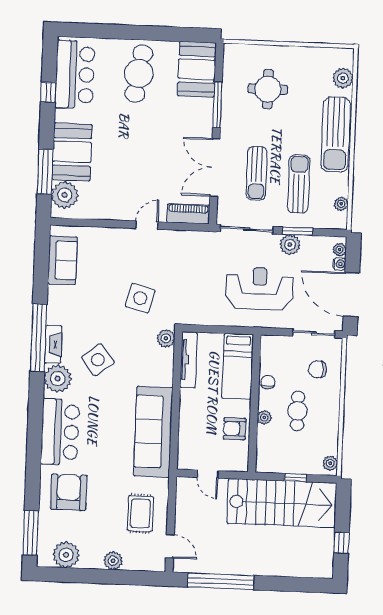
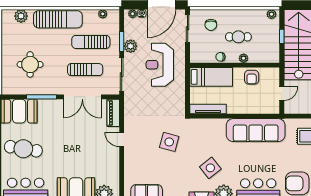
plant: (166, 338) -> (195, 124), removed

